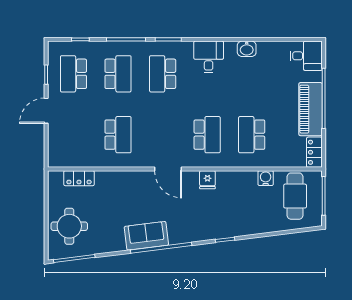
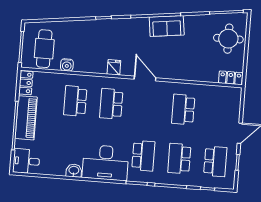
desk: (209, 57) -> (105, 163), width x1.87, depth x1.30
school desk: (252, 135) -> (75, 101), turned 180
locker: (79, 178) -> (231, 78), moved

